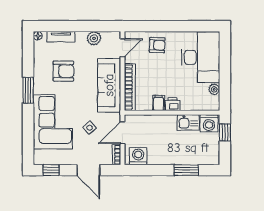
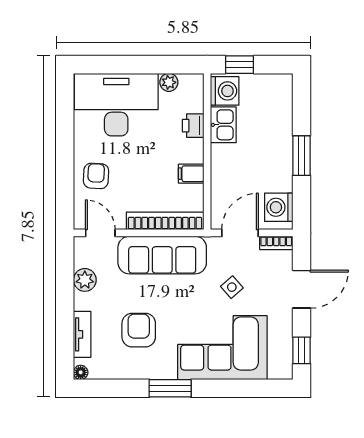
printer: (173, 104) -> (193, 126), moved
door: (123, 133) -> (240, 233), swing flipped
window: (186, 170) -> (302, 156), moved

